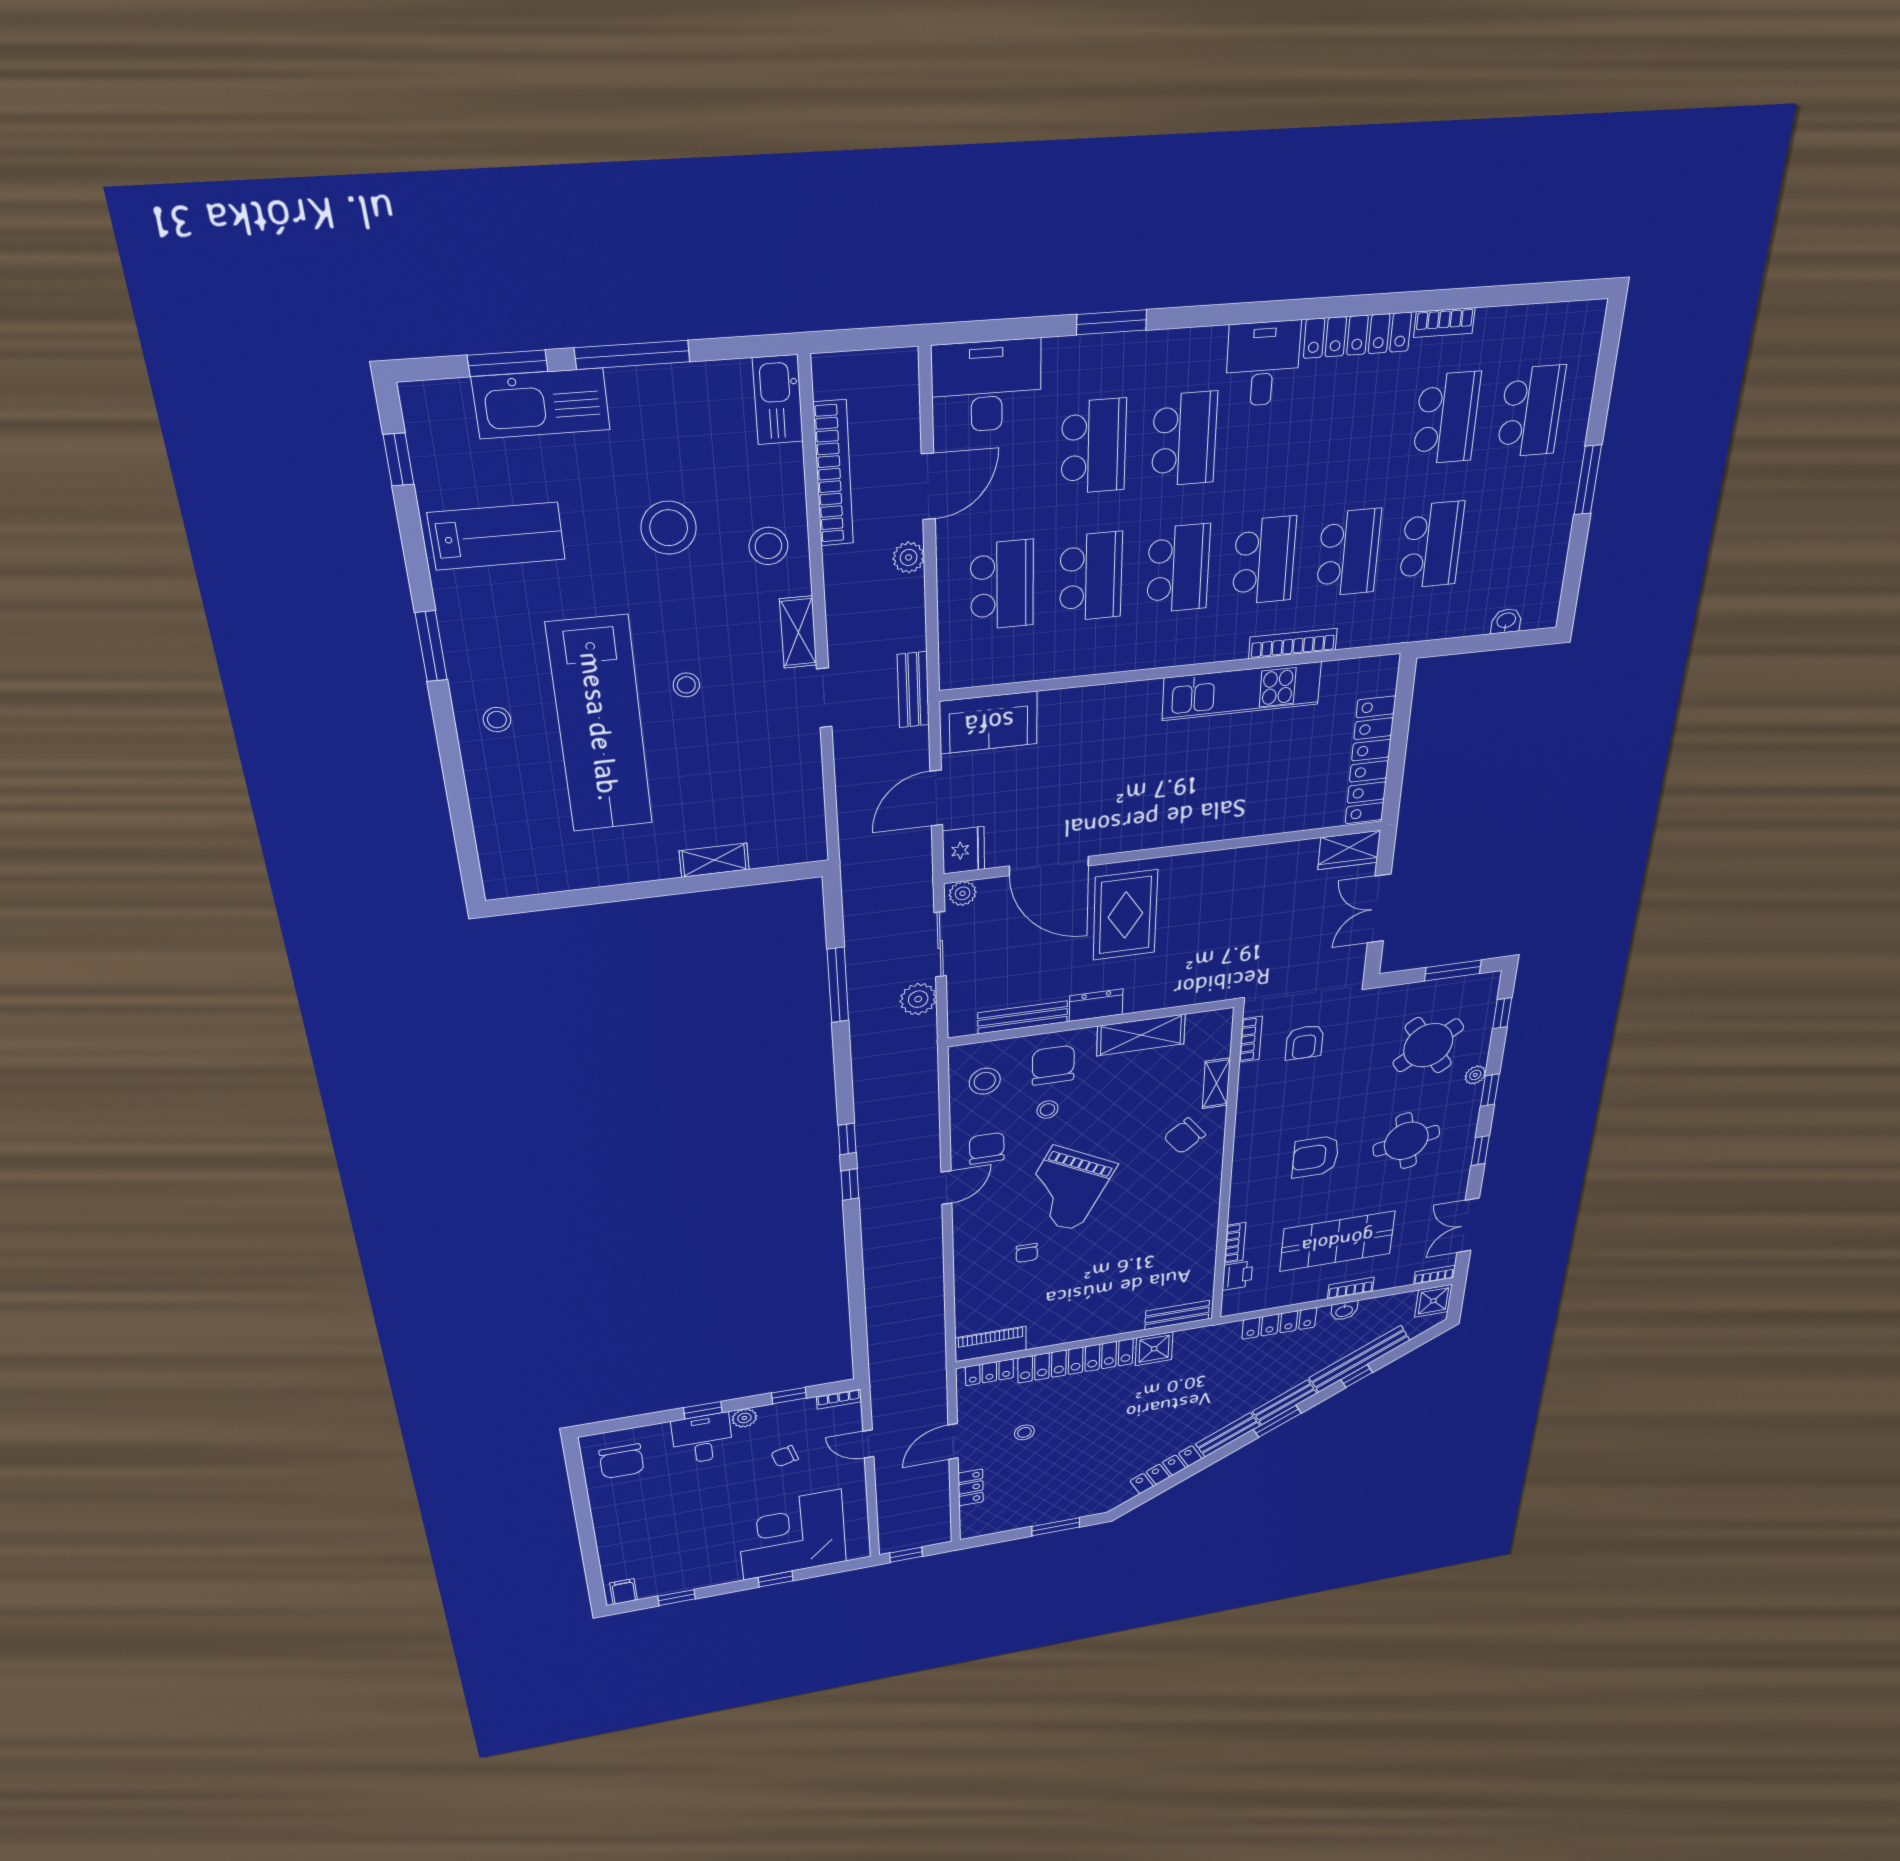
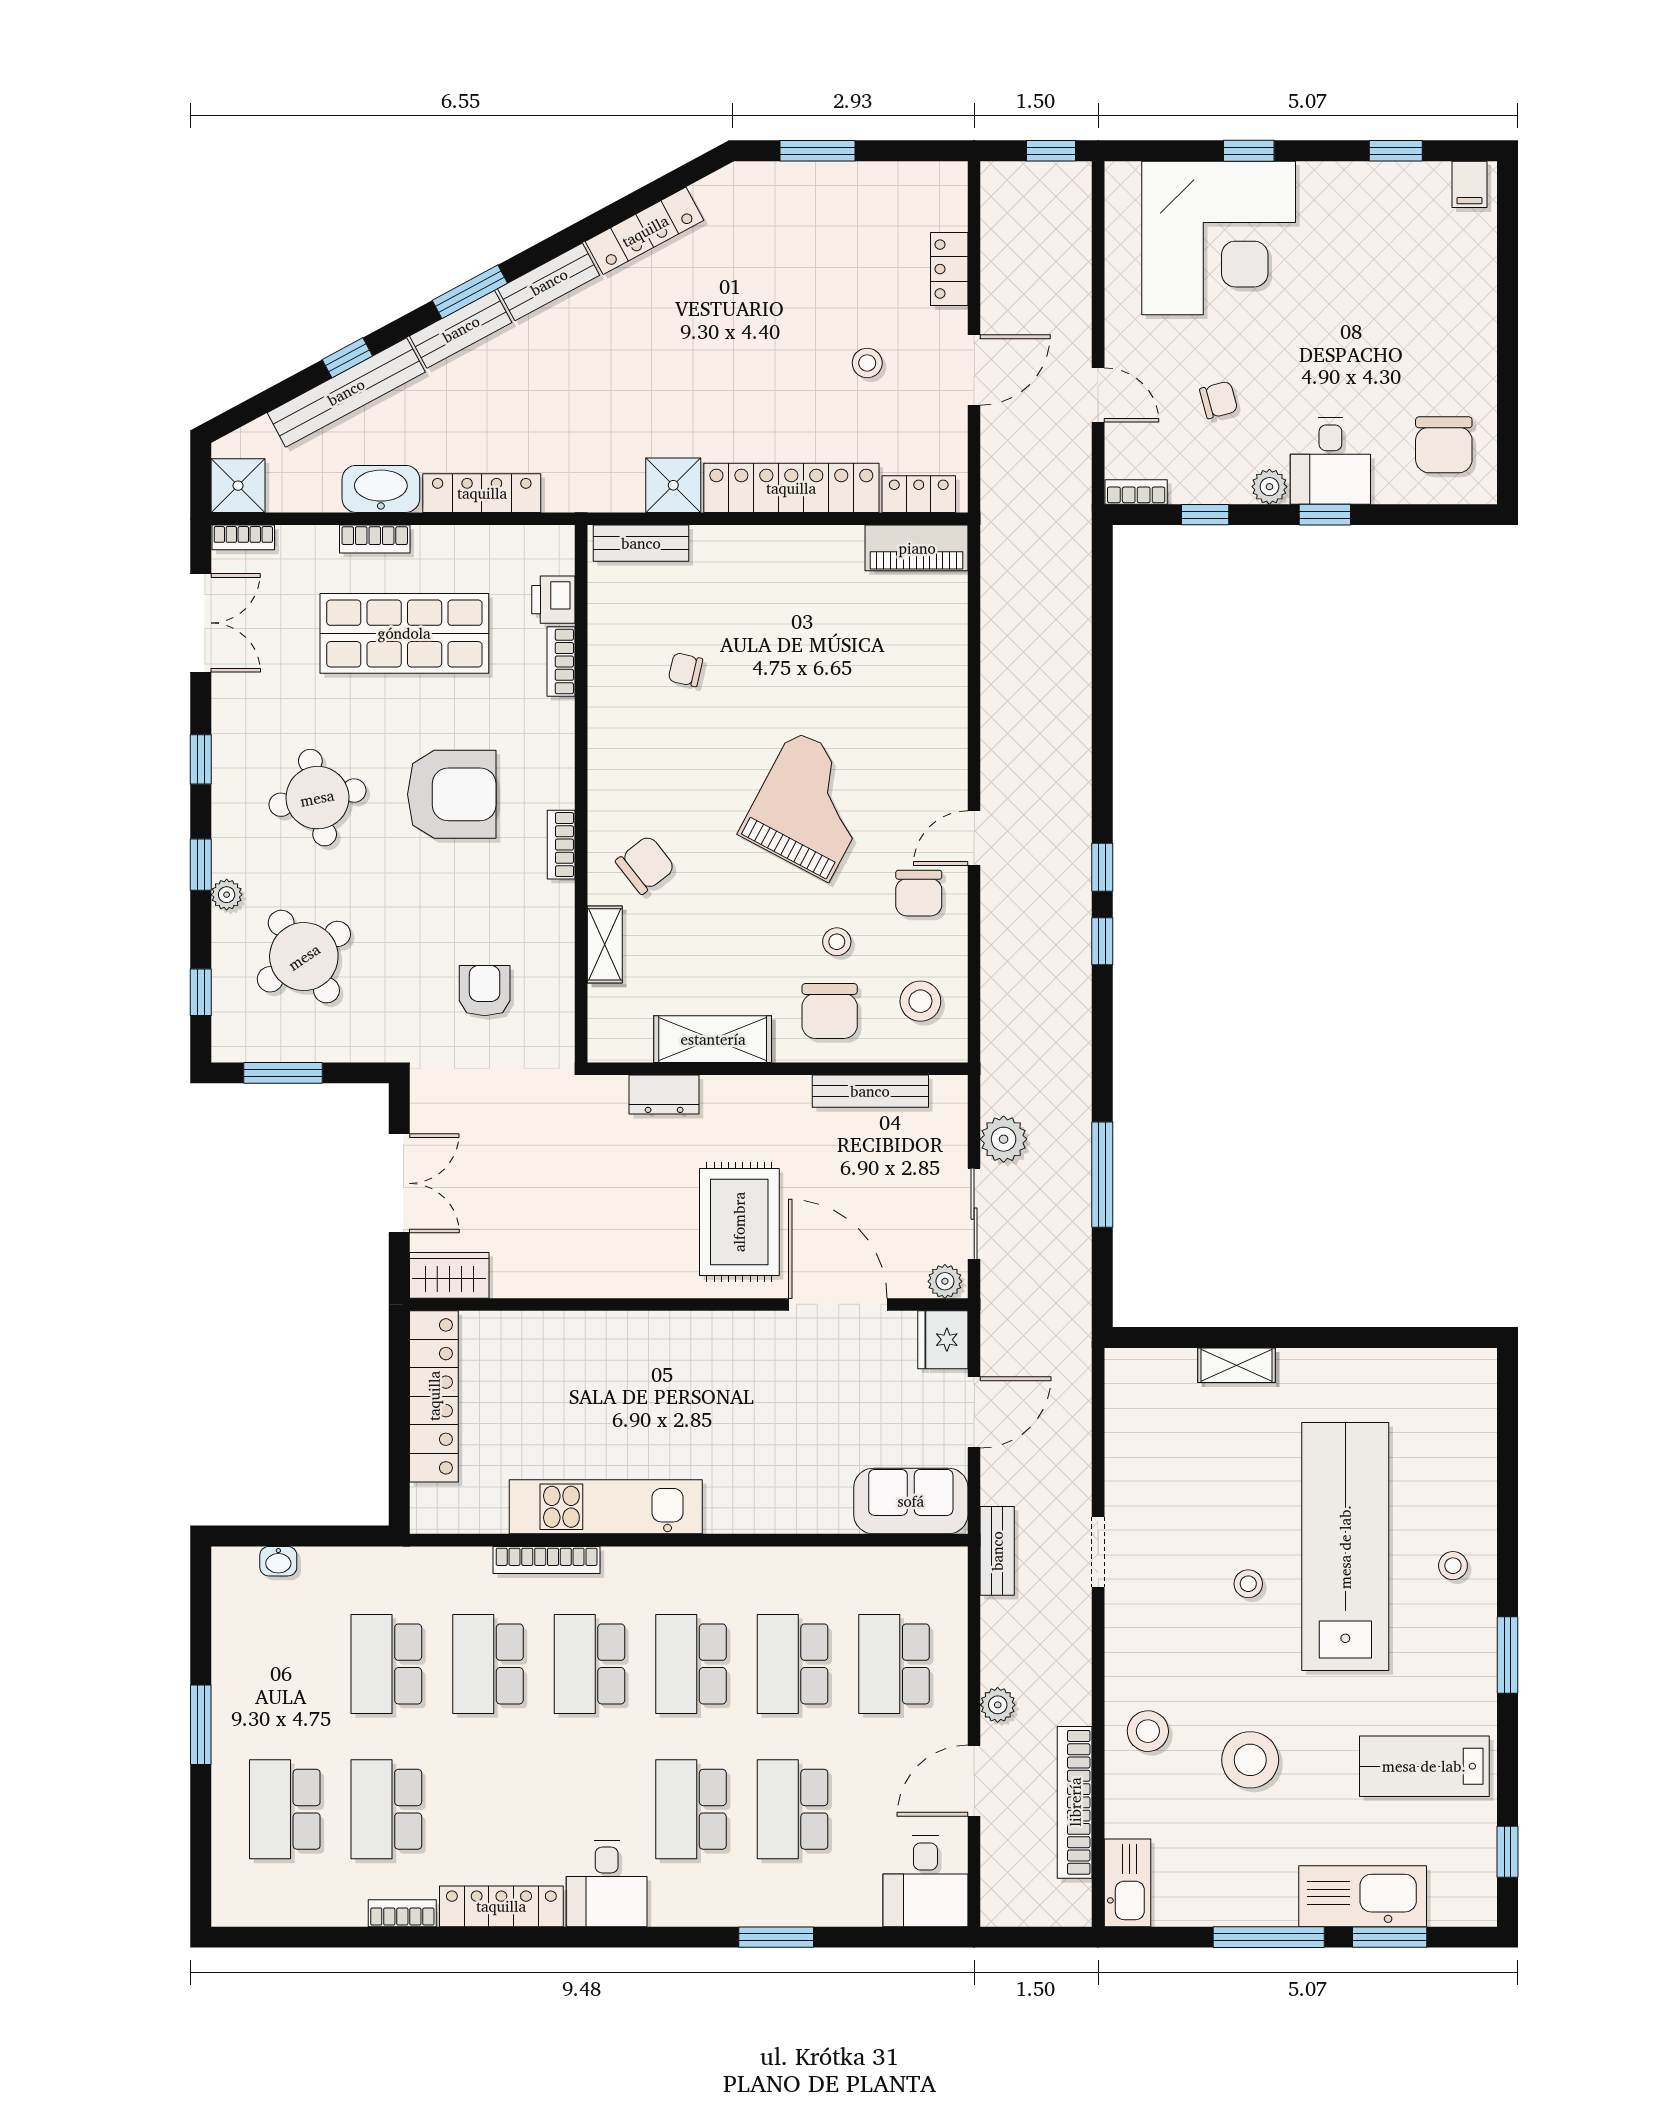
desk: (986, 386) -> (925, 1881), width x0.73
shelving: (798, 632) -> (1122, 1632), removed
dresser: (1096, 1005) -> (664, 1095), moved
bookcase: (1251, 1039) -> (561, 845), moved
armchair: (1316, 1157) -> (452, 794), width x1.36, depth x1.36
chair: (1027, 1253) -> (685, 670), moved, turned -77
washbasin: (1344, 1311) -> (381, 489), width x1.91, depth x1.45
chair: (622, 1461) -> (1444, 445), turned 180

